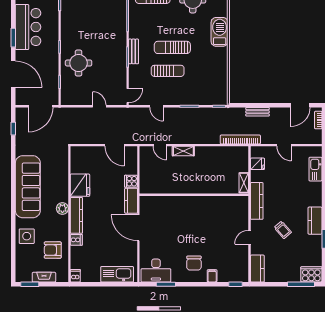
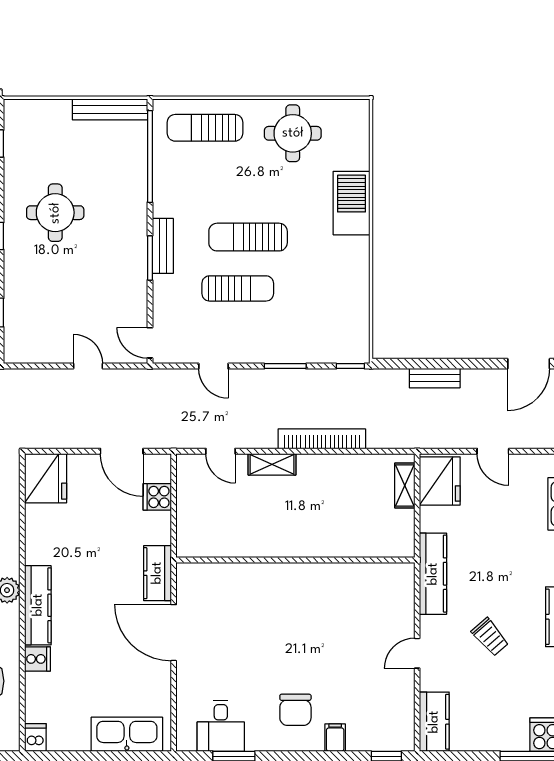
round table: (79, 63) -> (55, 213), moved
door: (128, 96) -> (150, 343), swing flipped
bookcase: (240, 139) -> (322, 439), moved
fridge: (258, 164) -> (440, 481), width x1.88, depth x1.34
cooker: (131, 181) -> (157, 497), moved
shelving: (244, 183) -> (405, 486), moved
fridge: (80, 185) -> (46, 478), moved
desk: (156, 270) -> (221, 726), width x0.73

